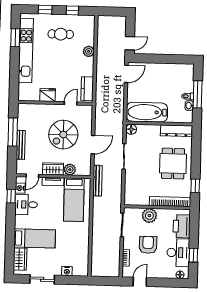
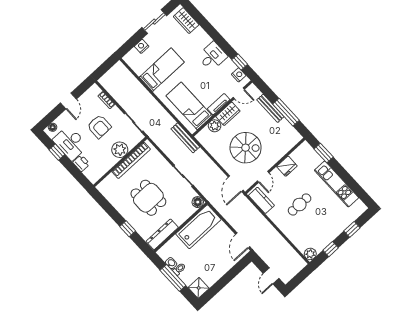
cafe table: (61, 34) -> (300, 204), moved
window: (15, 38) -> (324, 153), moved
door: (130, 43) -> (271, 276), moved
kitchen unit: (26, 50) -> (336, 184), width x0.73
plant: (89, 51) -> (310, 254), moved
shower: (187, 71) -> (199, 288), added
spiral stairs: (63, 135) -> (246, 148), turned 90
door: (93, 145) -> (236, 184), moved
dining table: (173, 164) -> (148, 198), moved
door: (32, 176) -> (239, 93), swing flipped
window: (195, 186) -> (128, 229), moved
bookcase: (170, 202) -> (131, 160), moved
desk: (26, 205) -> (212, 56), moved
printer: (182, 226) -> (81, 163), width x0.53, depth x0.68
bed: (35, 238) -> (162, 70), moved, turned 180
door: (140, 282) -> (68, 101), moved

